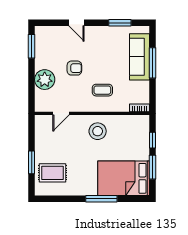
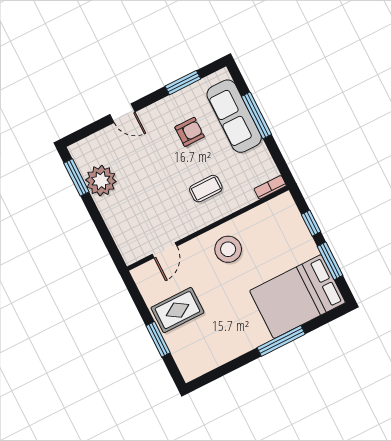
armchair: (74, 68) -> (190, 132), moved
plant: (45, 80) -> (101, 181), moved
rug: (52, 173) -> (177, 310), moved

